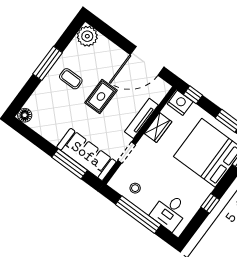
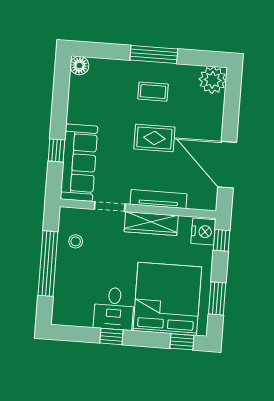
coffee table: (71, 79) -> (153, 92), turned 90
wardrobe: (158, 128) -> (151, 224), width x1.50
window: (70, 164) -> (56, 150), width x0.46
desk: (170, 212) -> (114, 309), moved, turned -90

